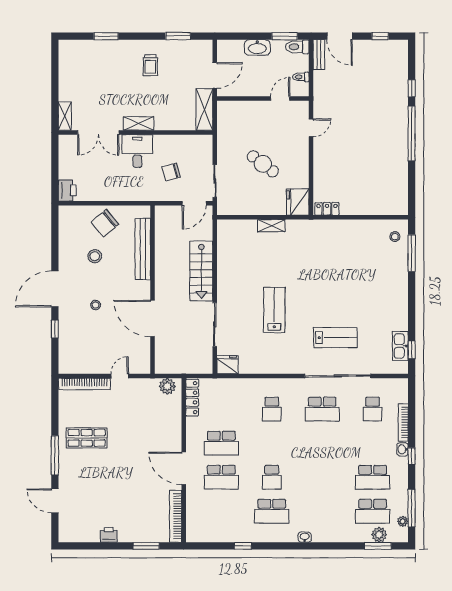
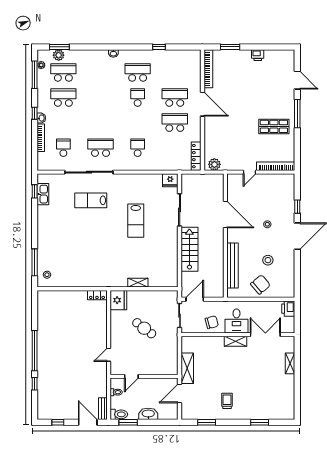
shelving: (139, 123) -> (236, 341), moved
double door: (98, 132) -> (265, 335), moved
wall: (136, 132) -> (238, 335), moved
desk: (137, 151) -> (237, 321), moved

